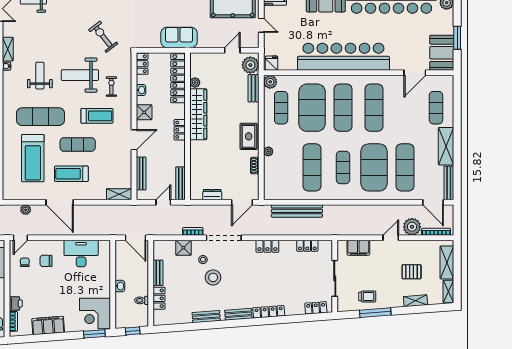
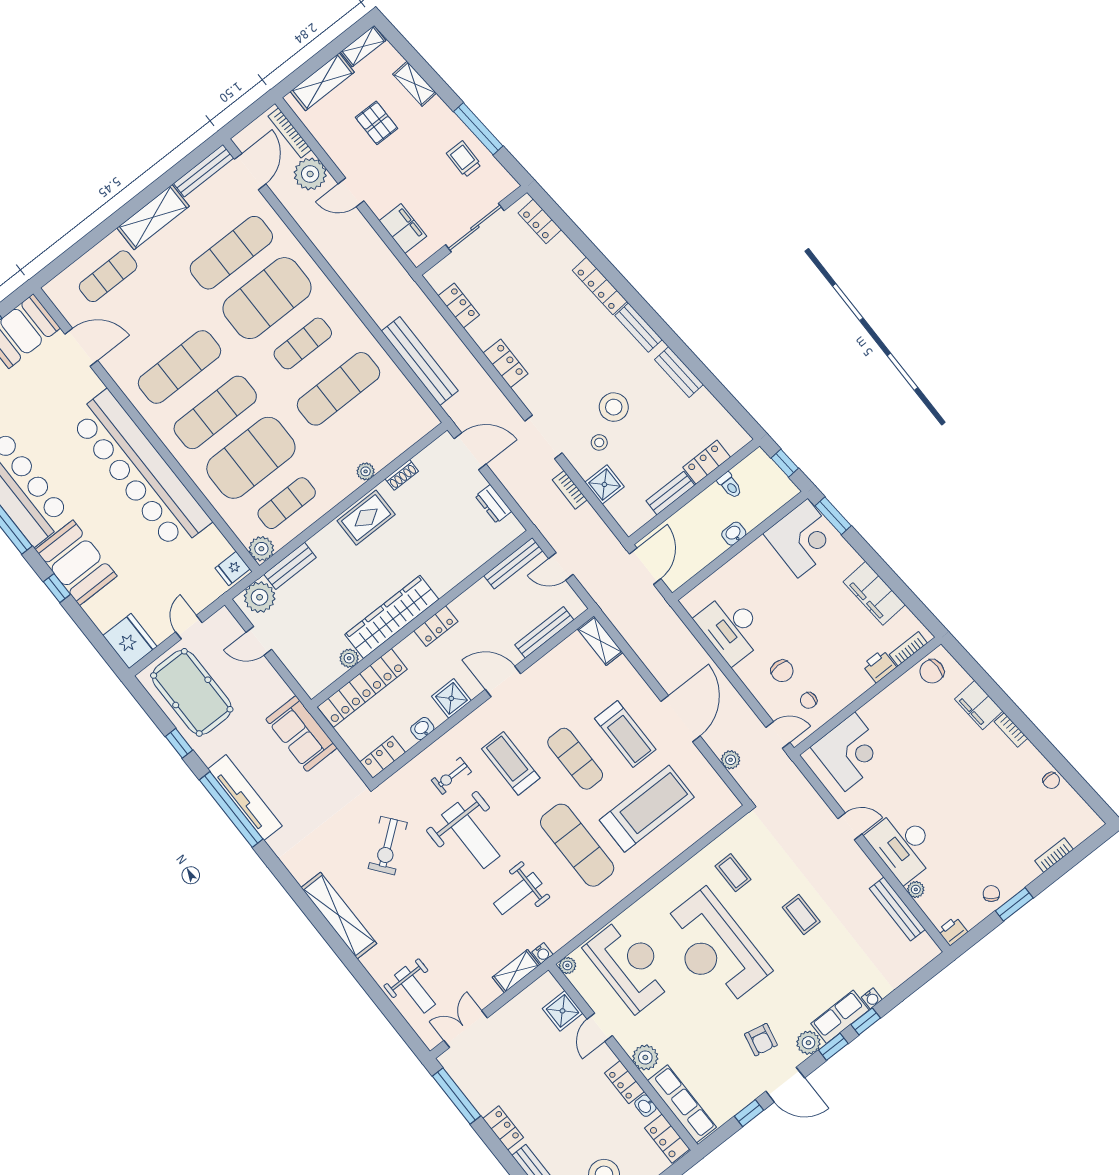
doorway: (224, 238) -> (544, 437), width x0.73

